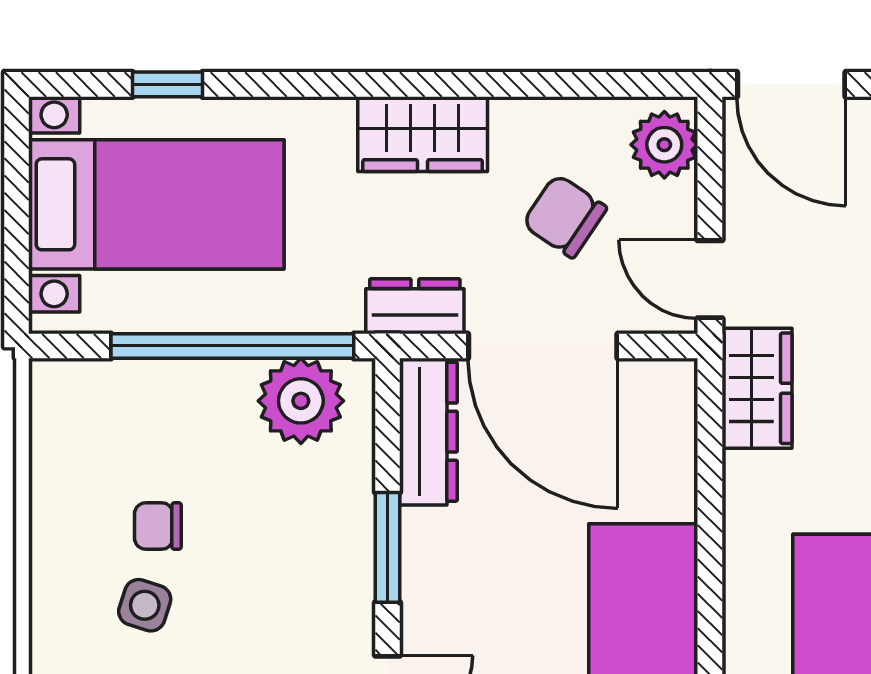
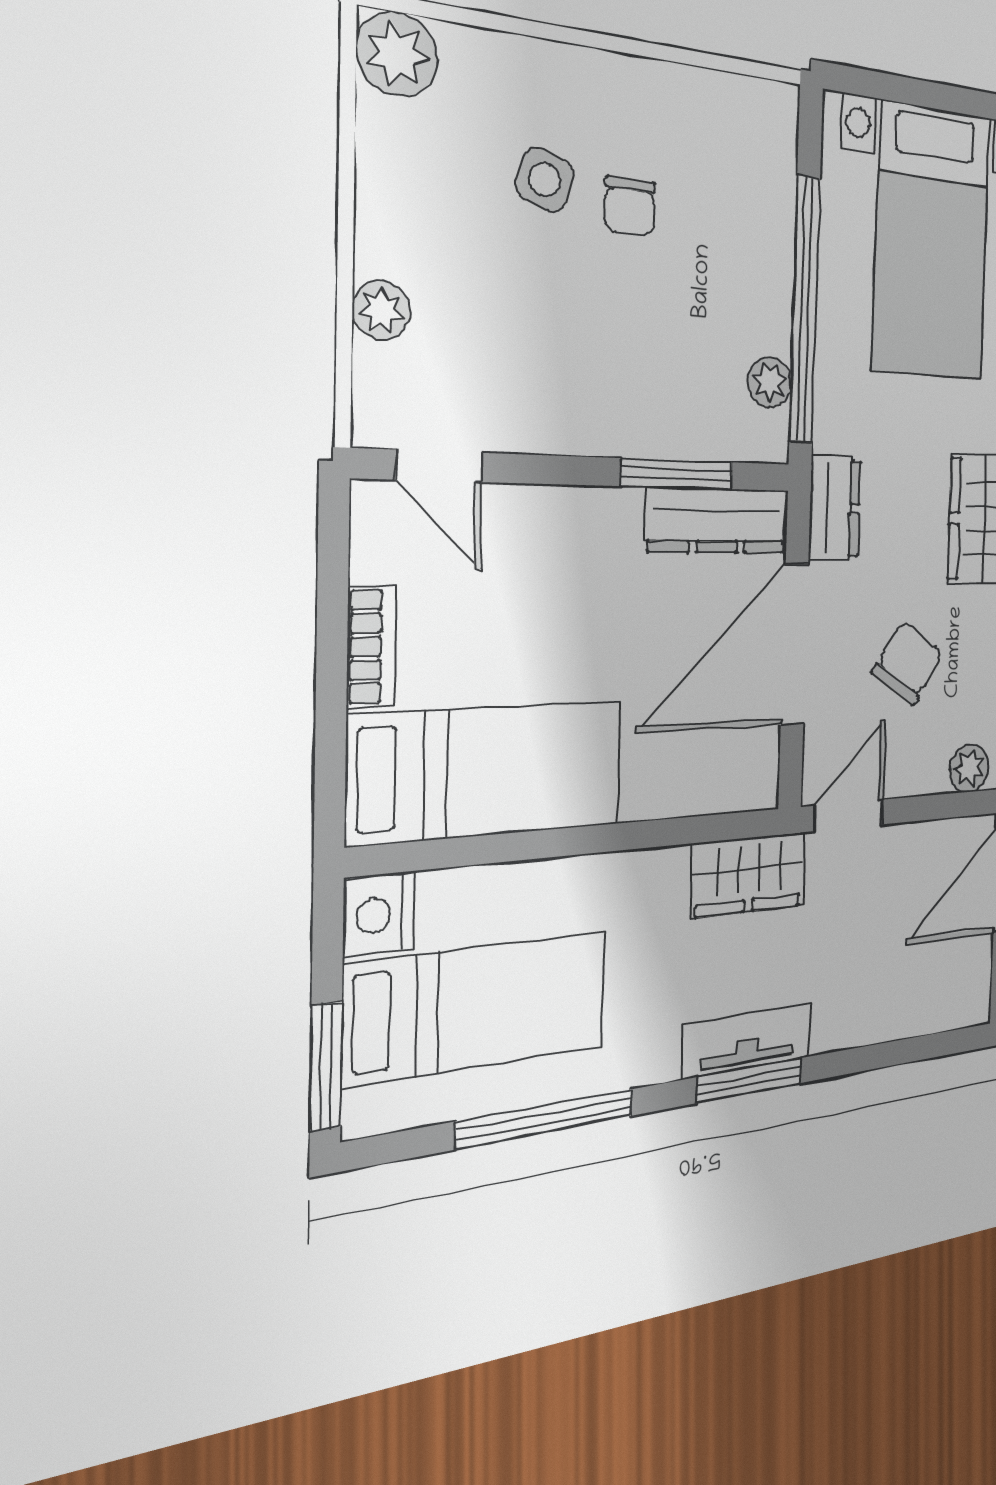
plant: (664, 145) -> (969, 768), width x0.73, depth x0.73
plant: (301, 401) -> (770, 382), width x0.53, depth x0.53
chair: (158, 526) -> (630, 206), turned 180
window: (387, 547) -> (677, 474), moved

